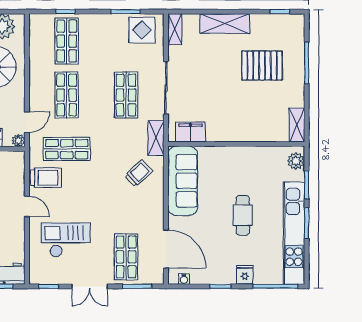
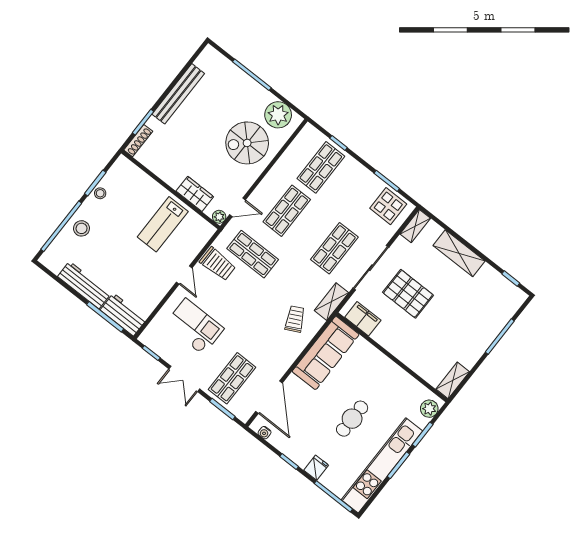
pallet: (262, 66) -> (408, 294), moved
trolley: (139, 173) -> (295, 319), turned -74

